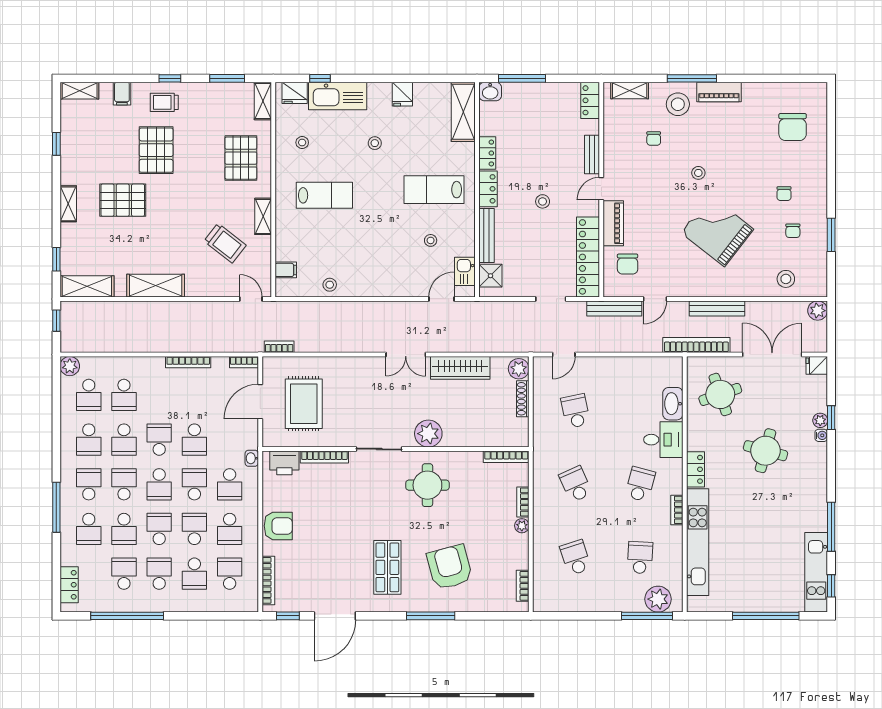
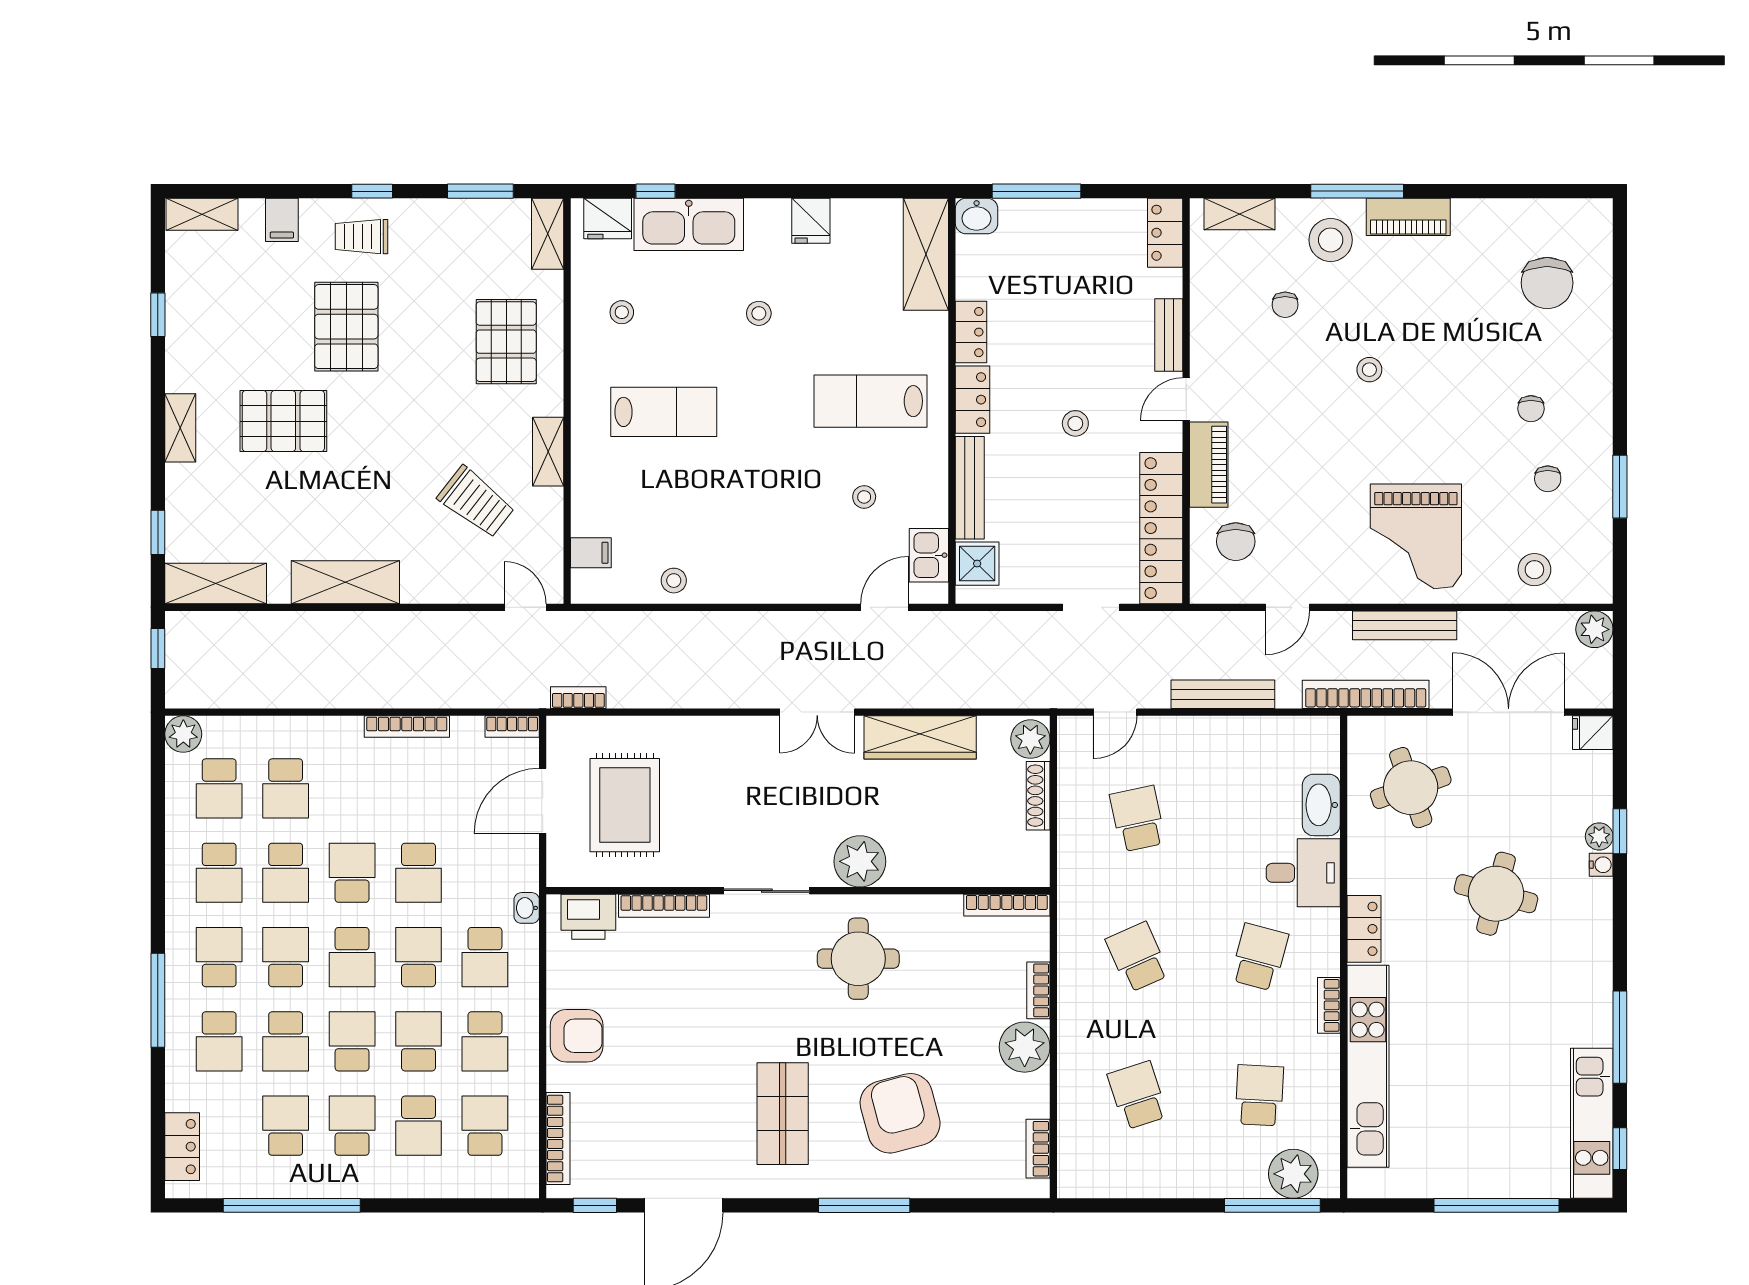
grand piano: (717, 231) -> (1416, 536), moved, turned -128
bench: (614, 308) -> (1223, 694), moved
plant: (522, 526) -> (1025, 1047), width x1.88, depth x1.88

